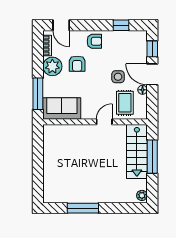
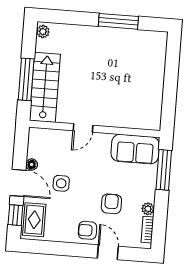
door: (61, 25) -> (108, 252), moved
window: (121, 25) -> (52, 248), removed
plant: (52, 66) -> (148, 209), width x0.53, depth x0.53
rug: (125, 103) -> (34, 220), moved

